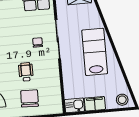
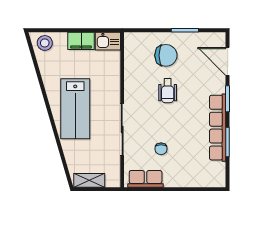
chair: (38, 42) -> (161, 149), moved
chair: (30, 98) -> (166, 55), turned -92

